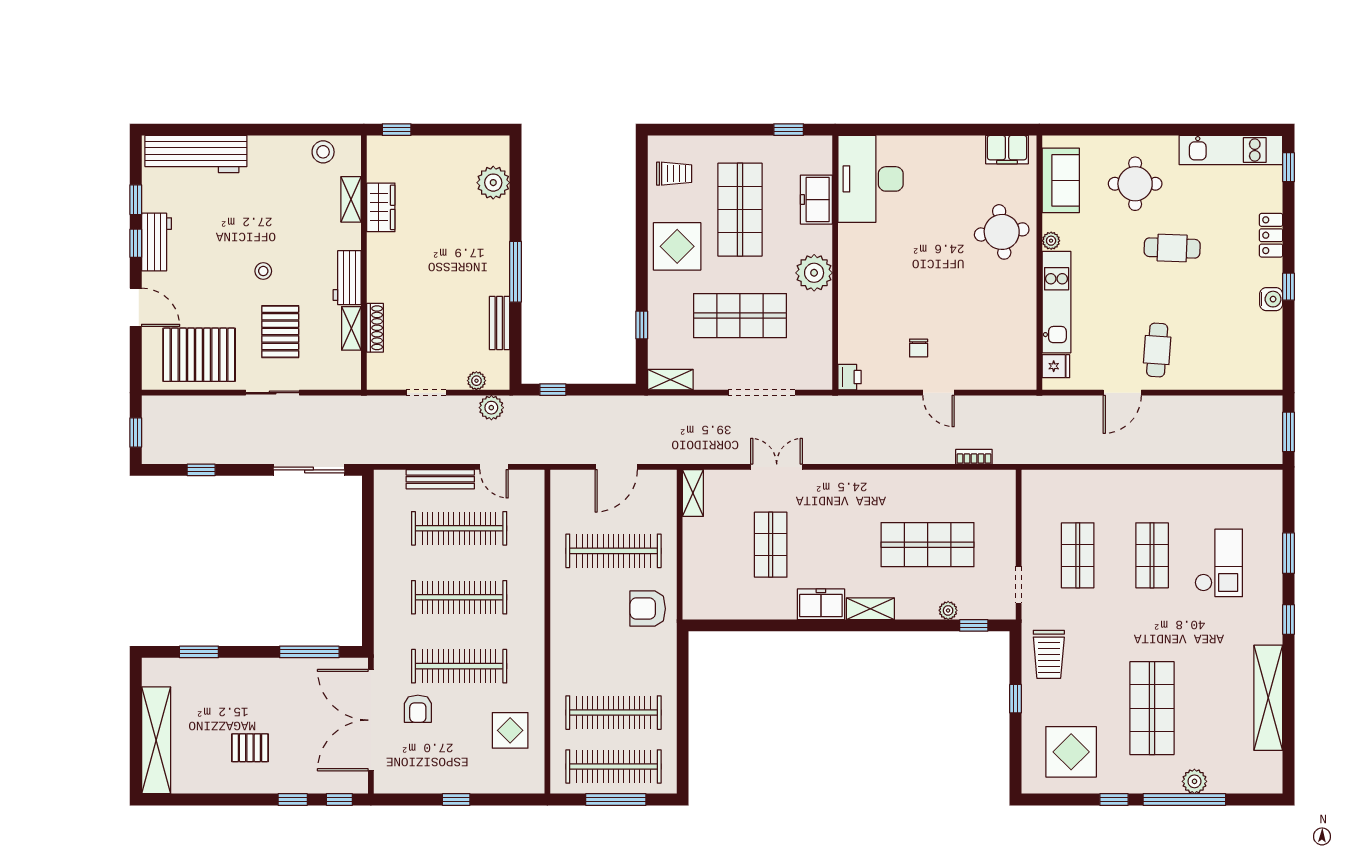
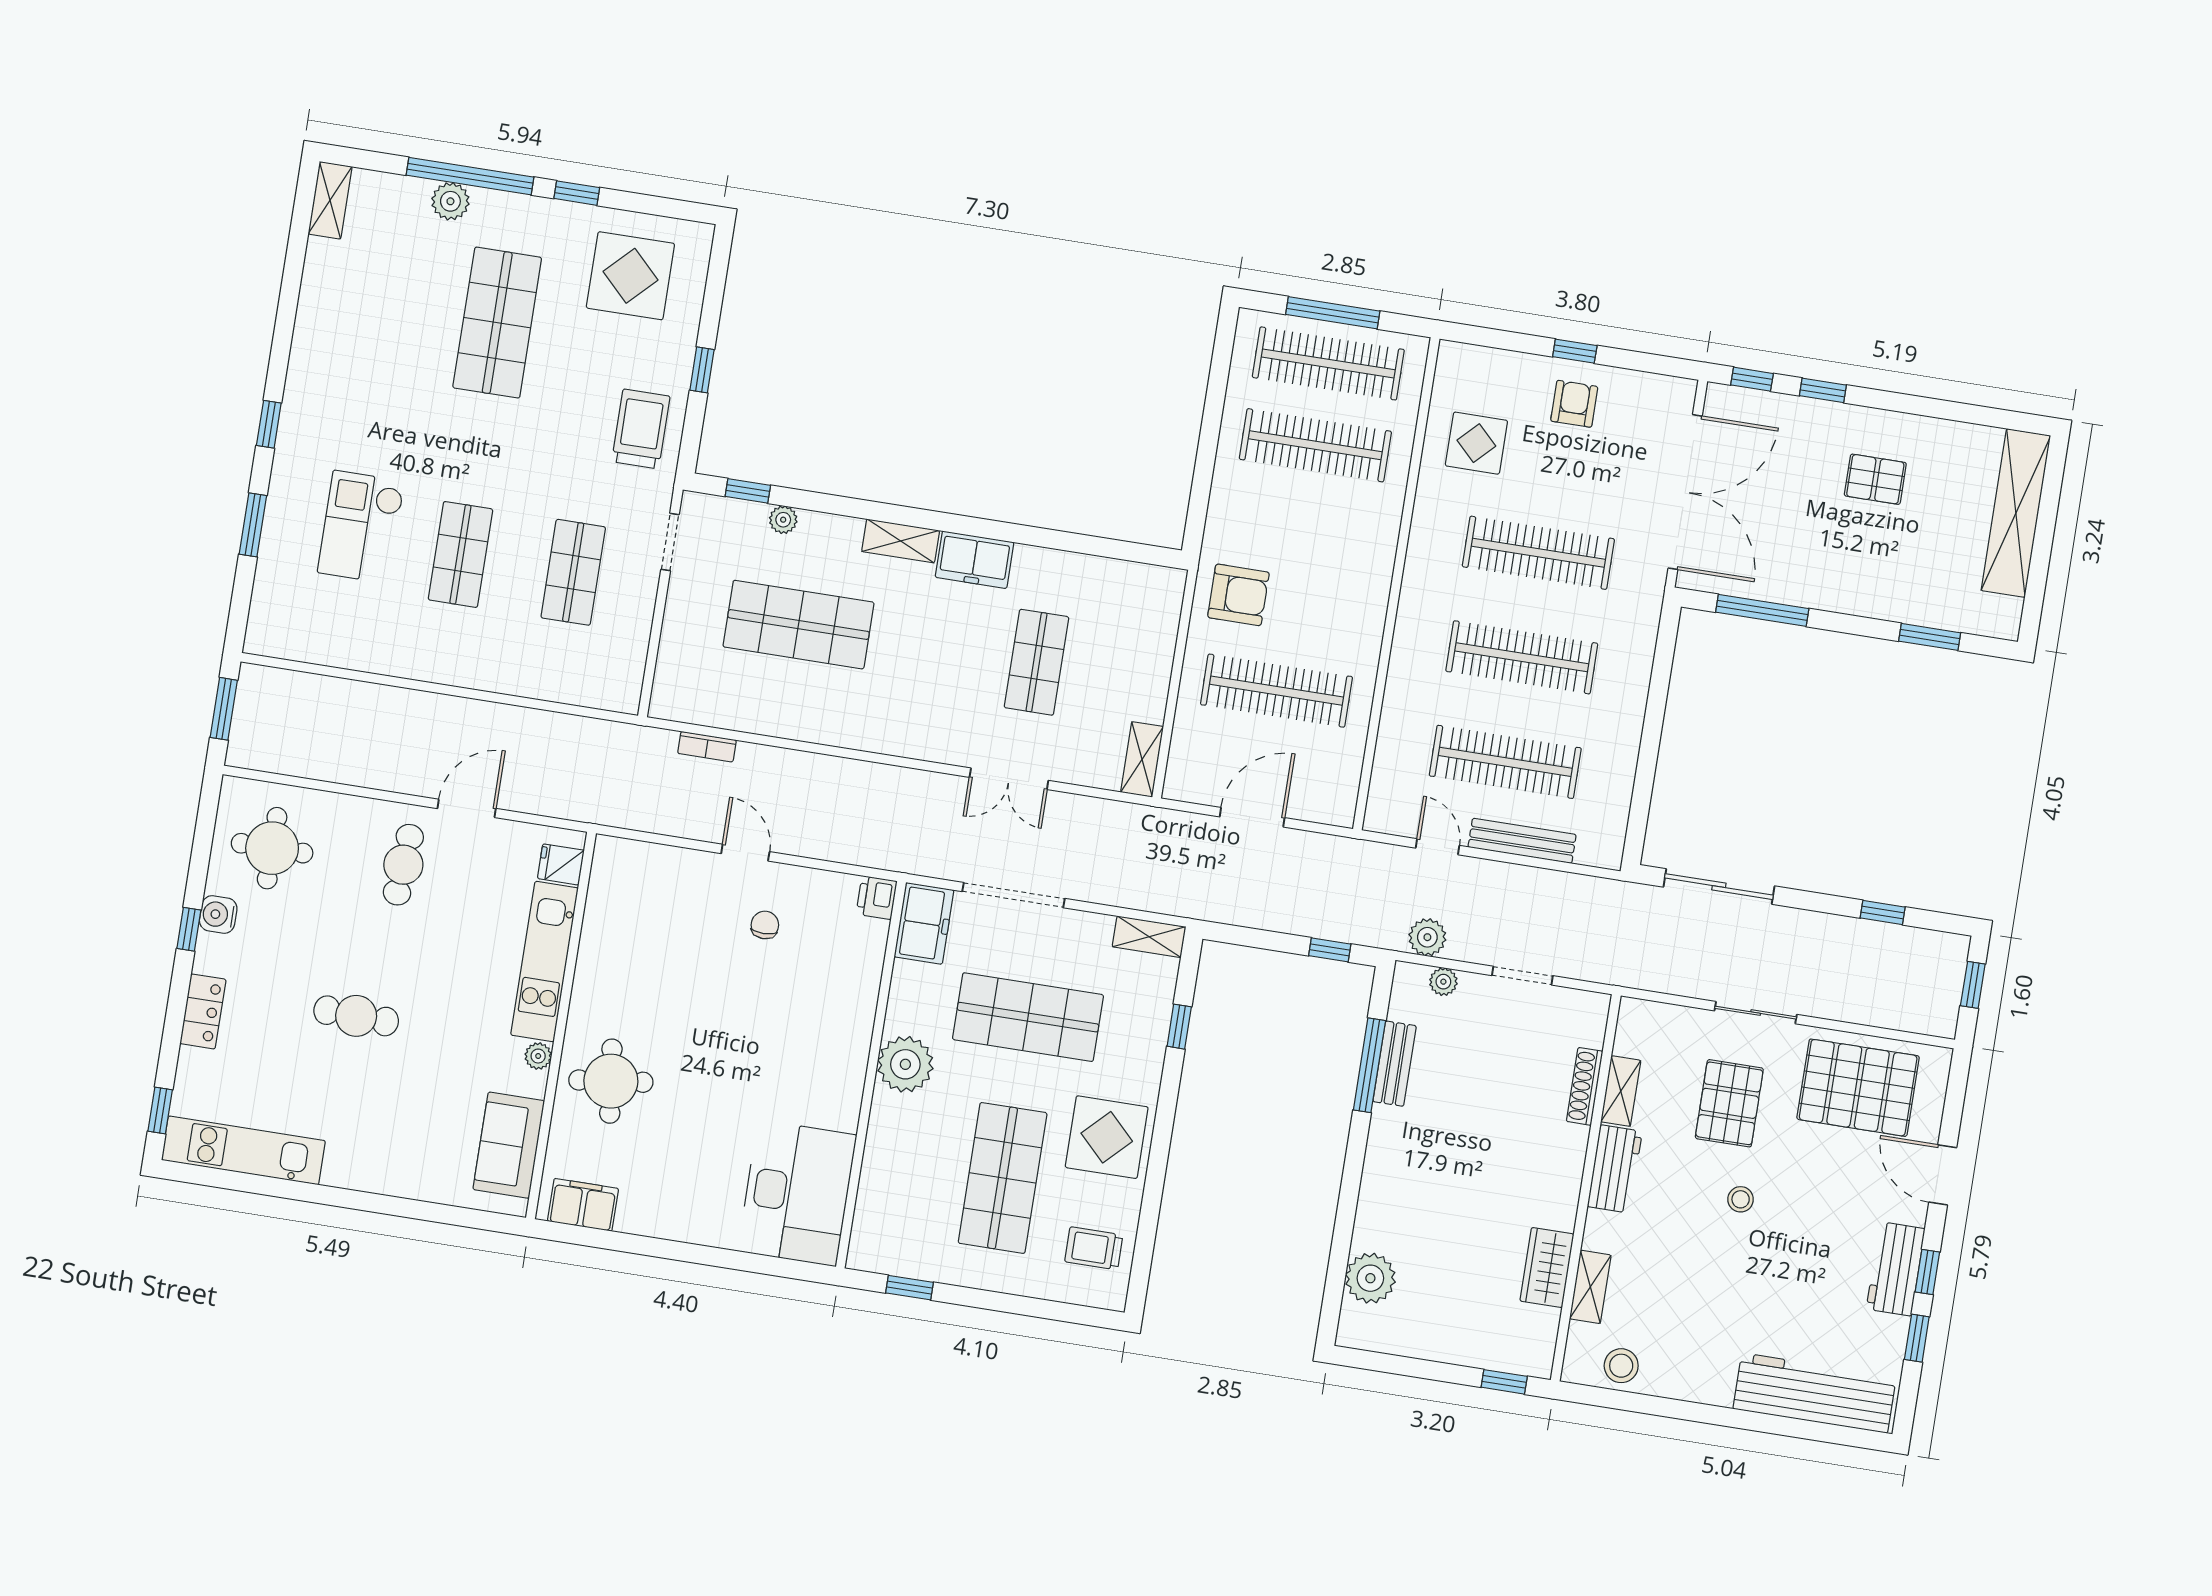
round table: (1135, 184) -> (272, 848), moved
freezer: (816, 200) -> (924, 923), moved
window: (516, 272) -> (1369, 1065), moved
shelving: (1268, 698) -> (330, 200), moved, width x0.45, depth x0.75
armchair: (418, 709) -> (1574, 404), moved

